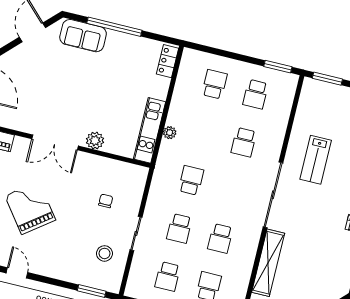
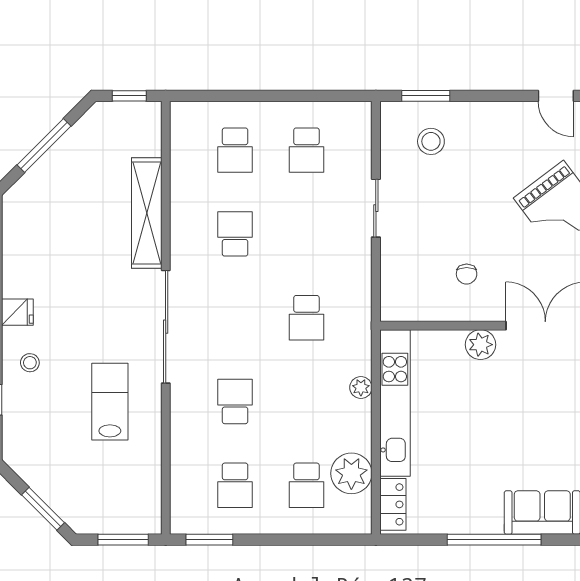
plant: (187, 85) -> (351, 473), added
school desk: (255, 94) -> (235, 485), turned 180
kitchen unit: (149, 130) -> (395, 403), width x1.36
chair: (106, 201) -> (467, 274), moved
school desk: (179, 228) -> (306, 234), removed
stool: (104, 253) -> (431, 141), moved
school desk: (168, 276) -> (306, 150), turned 180

